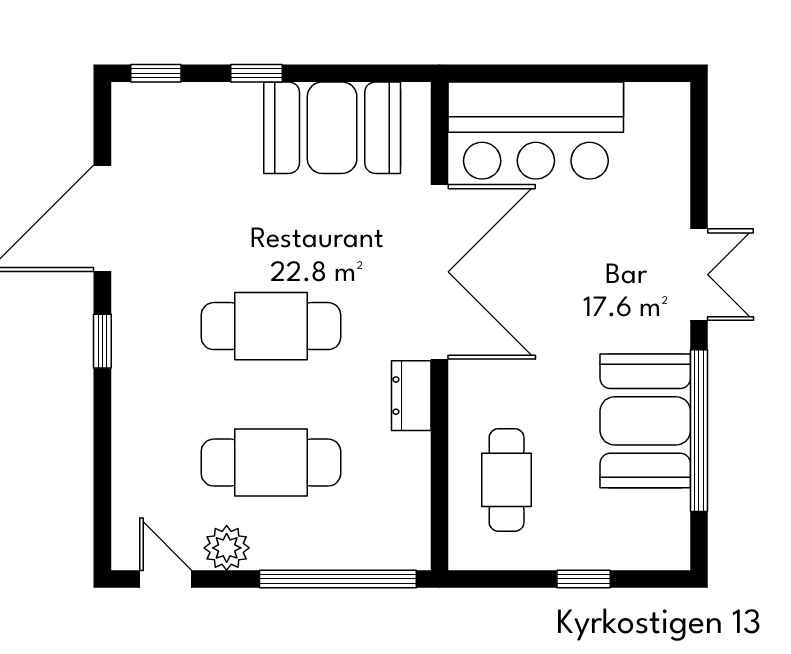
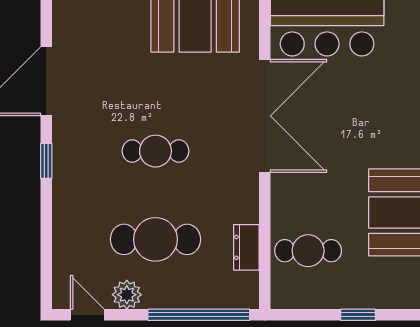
cafe table: (271, 326) -> (155, 151), width x0.73, depth x0.74
dresser: (411, 396) -> (246, 247), moved
cafe table: (507, 480) -> (308, 251), turned 90

